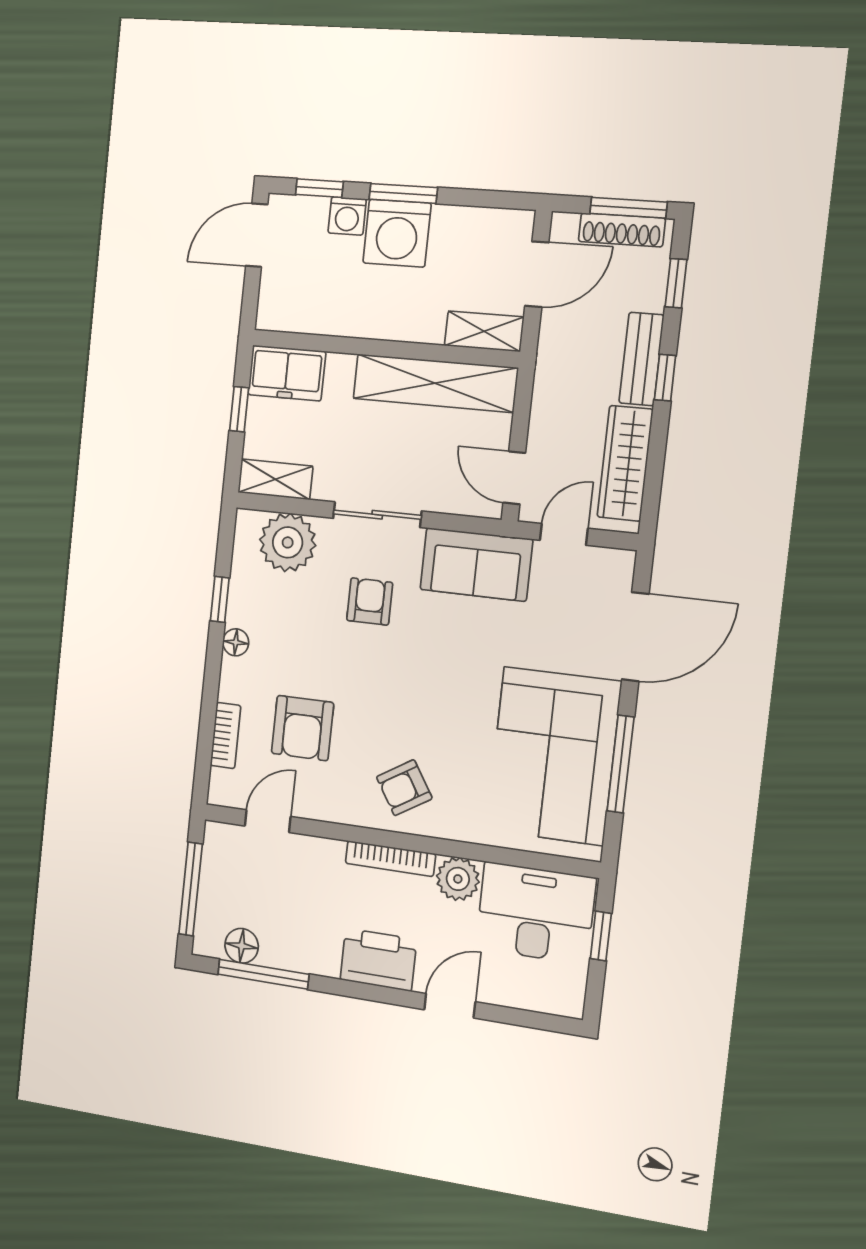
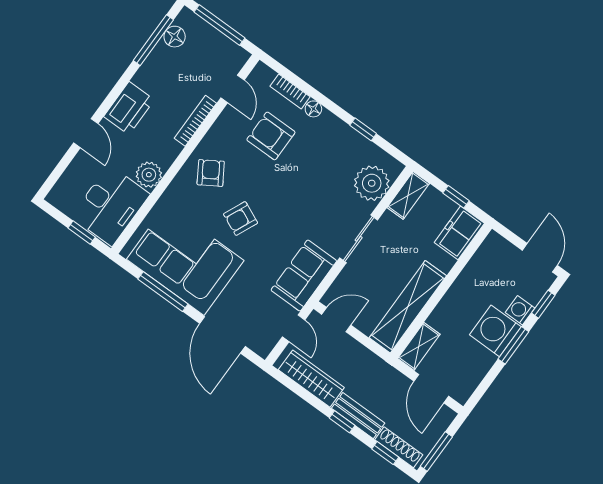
shoe rack: (622, 230) -> (399, 447), moved, turned 90
armchair: (370, 601) -> (241, 218), moved, turned 114
floor lamp: (236, 642) -> (313, 109), moved
bookcase: (390, 859) -> (195, 121), moved

